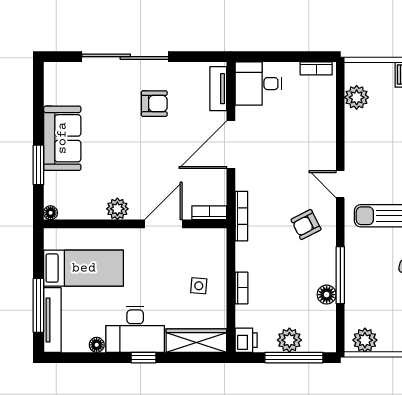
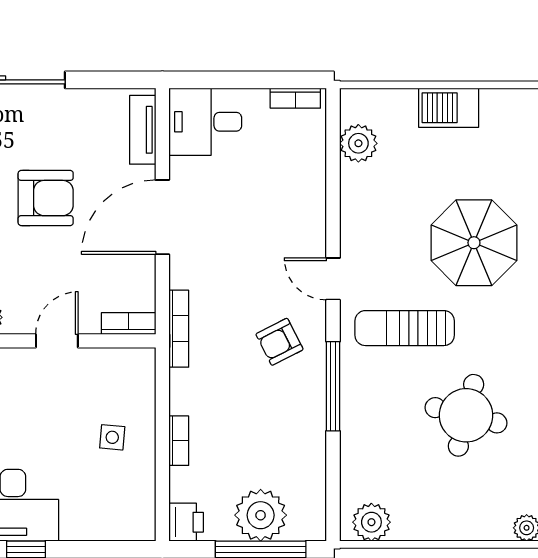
armchair: (154, 104) -> (46, 198), moved, width x1.38, depth x1.38
door: (163, 224) -> (57, 341), width x0.73
window: (340, 275) -> (333, 386), moved
floor lamp: (327, 295) -> (312, 451), removed
plant: (289, 340) -> (261, 515), width x1.36, depth x1.36
wardrobe: (196, 341) -> (109, 523), removed

